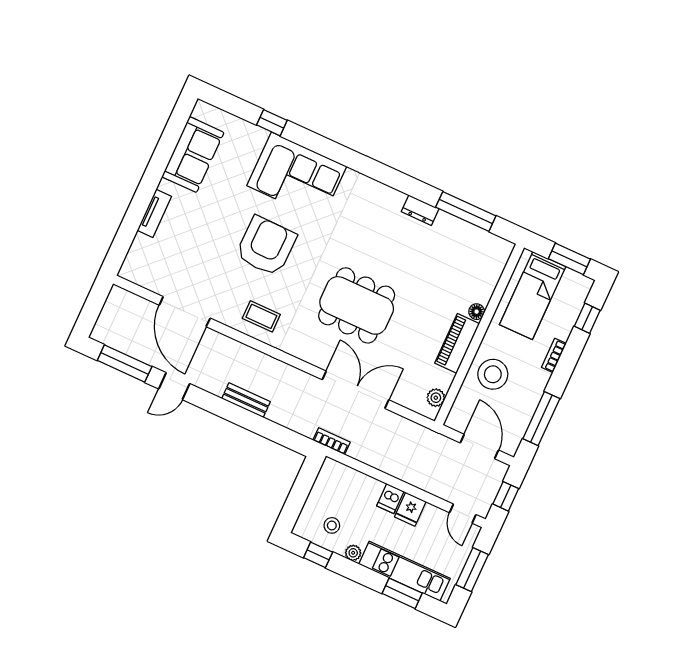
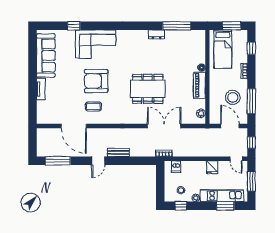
sofa: (193, 155) -> (46, 56), width x1.36
armchair: (266, 246) -> (96, 81), turned -91
coffee table: (261, 316) -> (93, 106), moved
stool: (493, 374) -> (233, 97), moved
door: (174, 386) -> (98, 161), moved
dishwasher: (390, 499) -> (176, 167), moved

